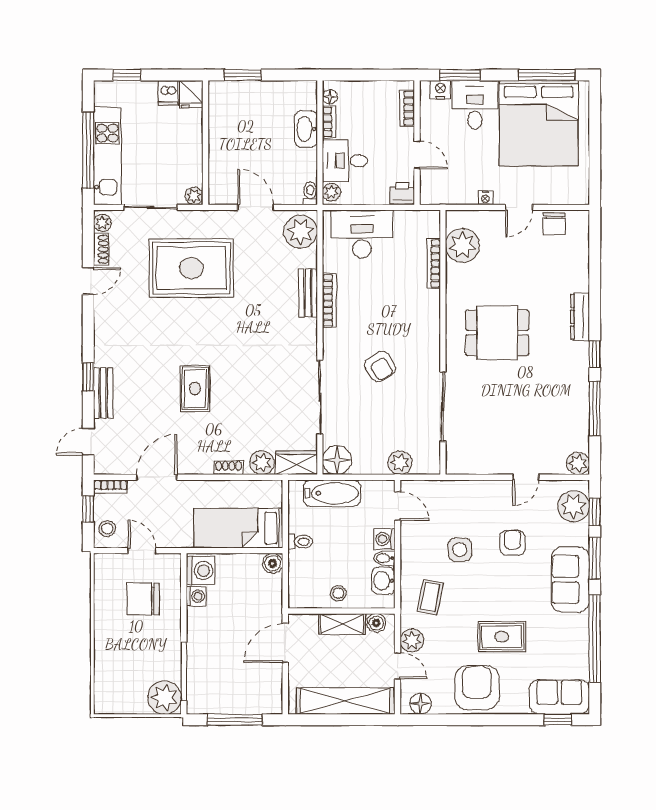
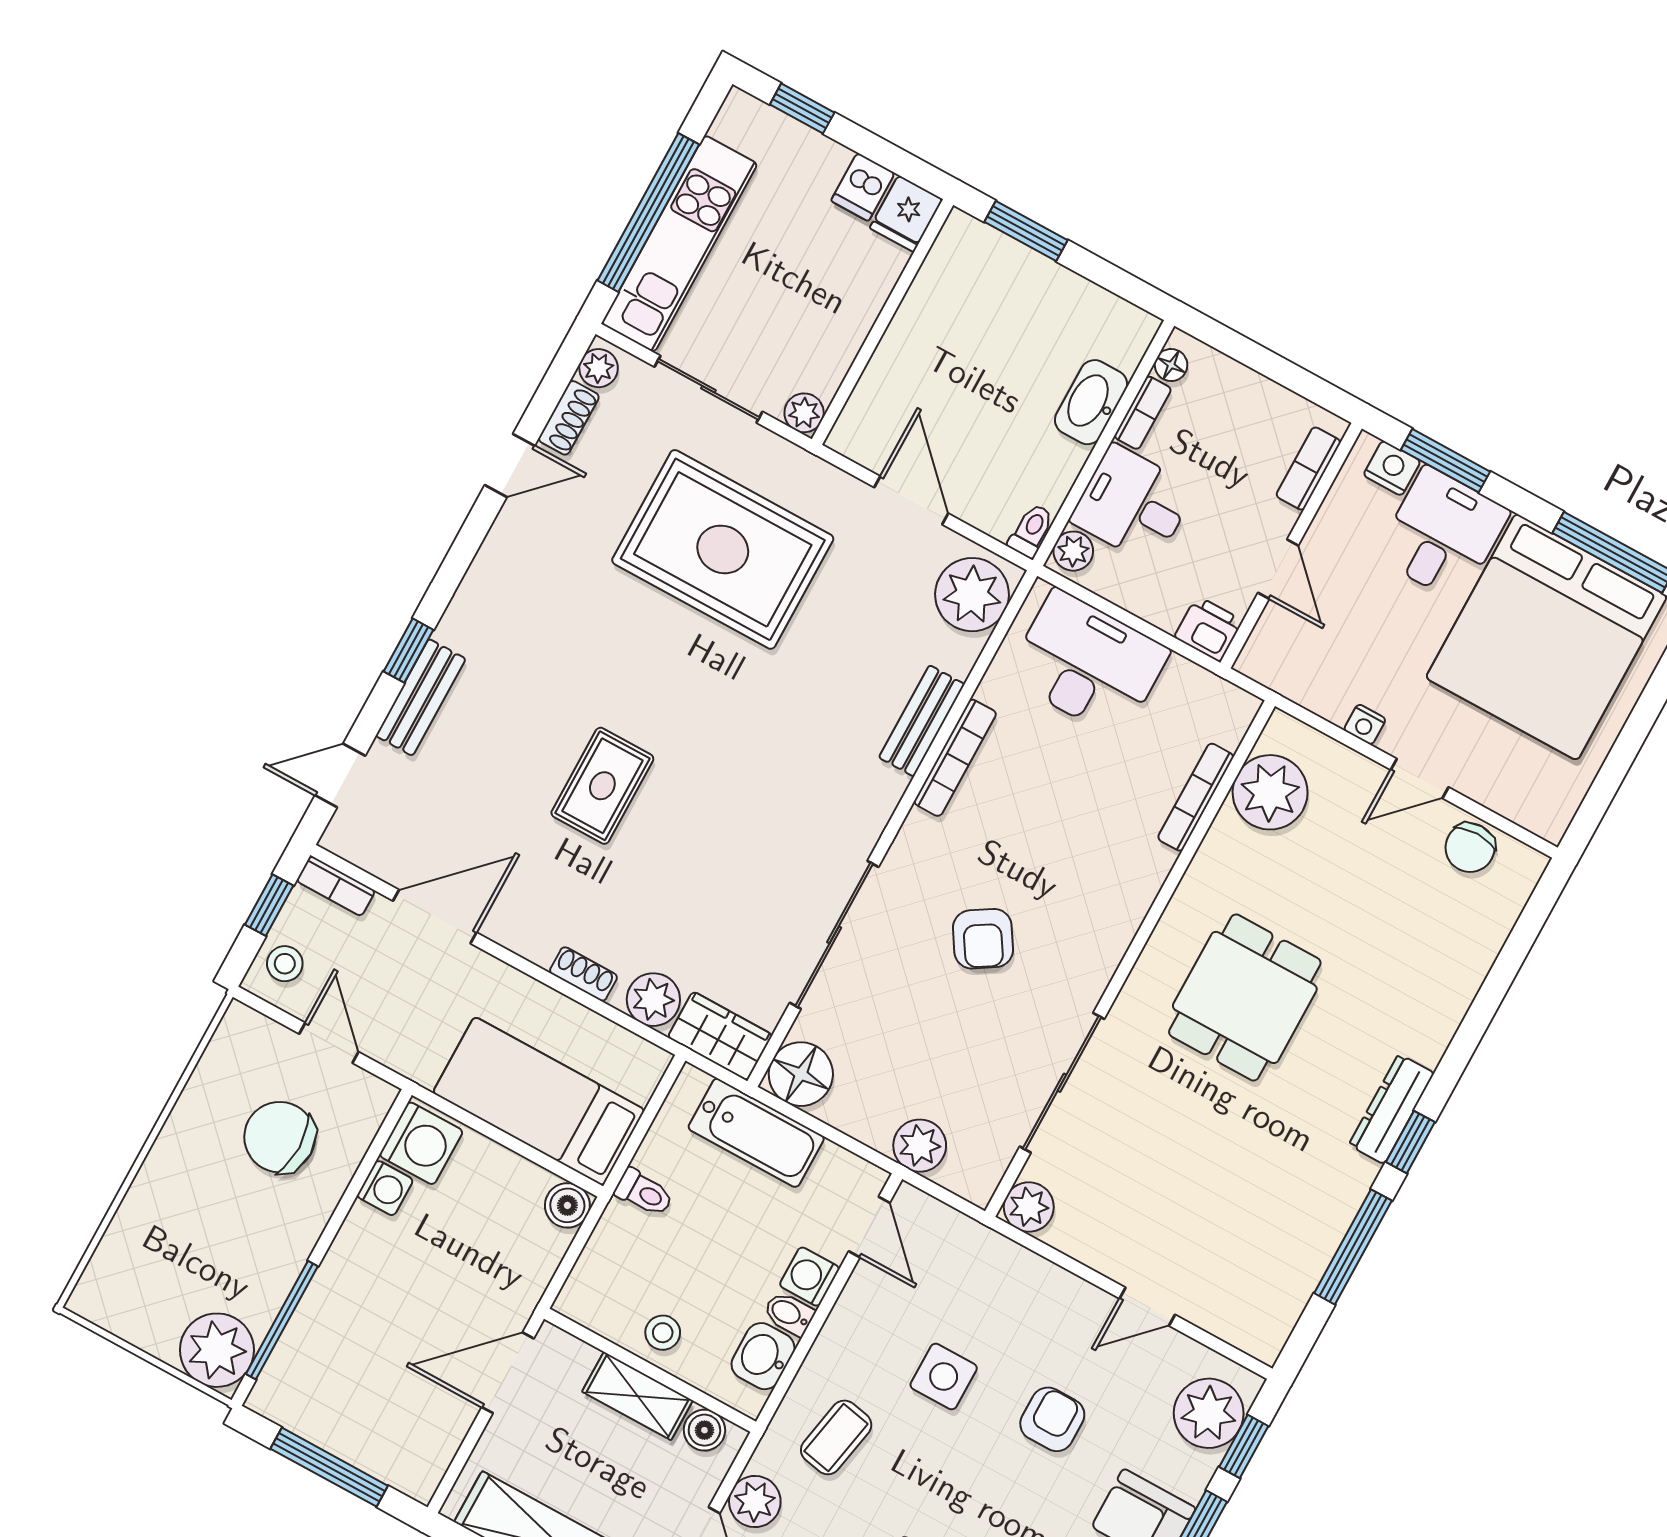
dresser: (580, 317) -> (1392, 1109), moved
dining table: (497, 333) -> (1245, 997), turned 90
plant: (578, 463) -> (1029, 1207), moved

